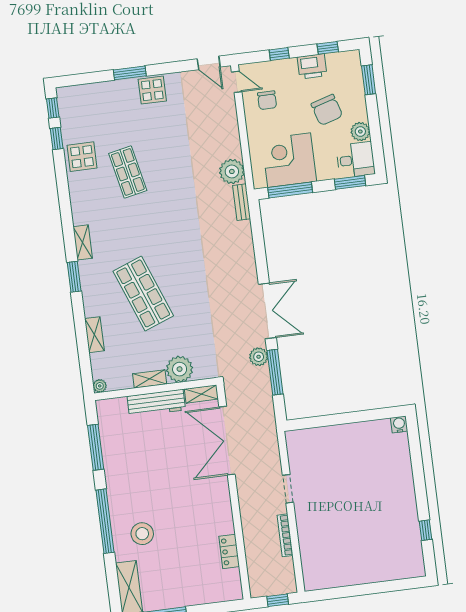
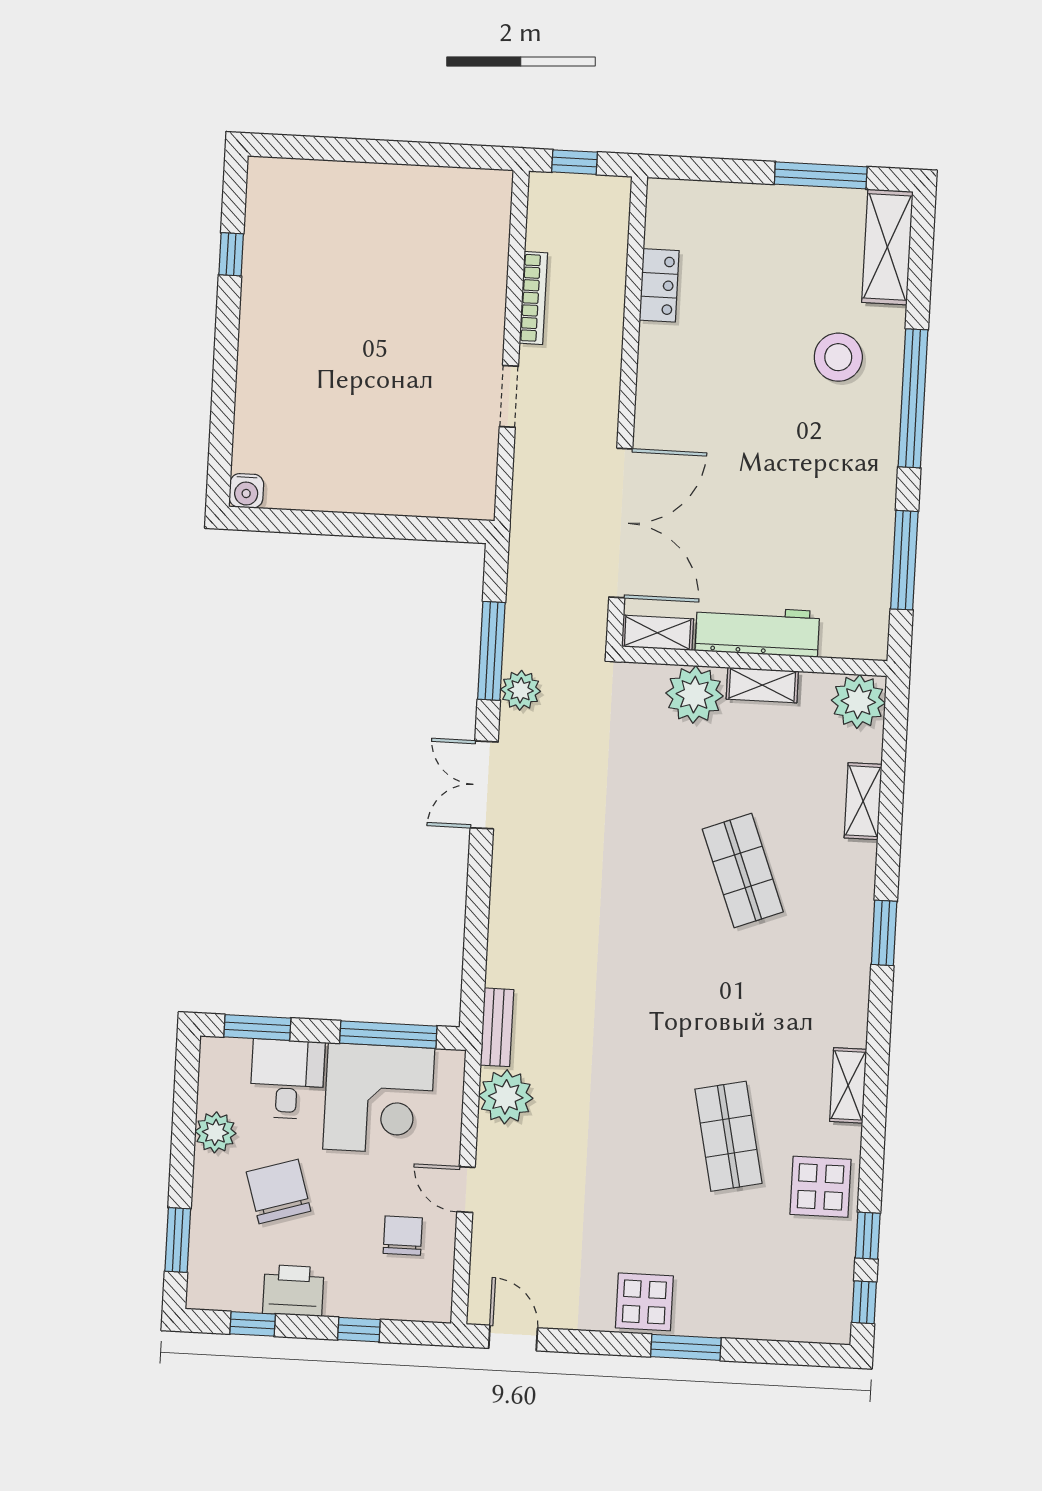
door: (237, 82) -> (466, 1190), moved
desk: (356, 160) -> (287, 1079), moved, turned 90
shelving: (83, 242) -> (848, 1085), moved
shop shelf: (143, 293) -> (743, 870), width x0.70, depth x0.74
double door: (267, 311) -> (484, 785), width x0.73
plant: (100, 386) -> (858, 702), width x1.88, depth x1.88

